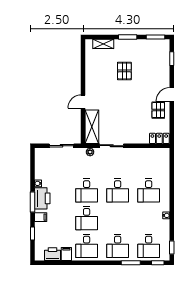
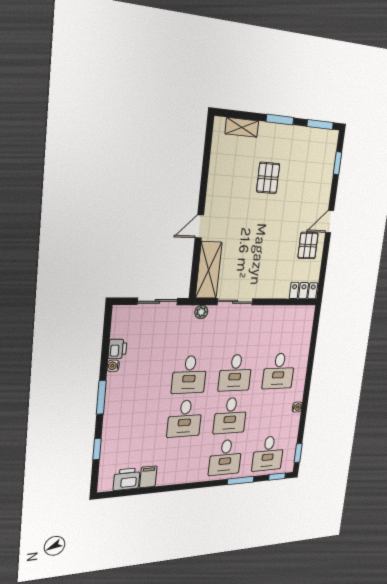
printer: (42, 198) -> (117, 349), moved, width x0.53, depth x0.68
filing cabinet: (41, 217) -> (113, 422), removed
desk: (87, 246) -> (230, 415), moved

